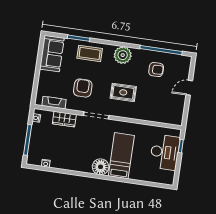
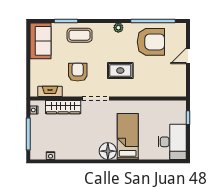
plant: (123, 55) -> (118, 28), width x0.53, depth x0.53
armchair: (156, 70) -> (151, 42), width x1.88, depth x1.88
wardrobe: (64, 119) -> (63, 107), width x1.50
desk: (165, 152) -> (172, 142), moved

